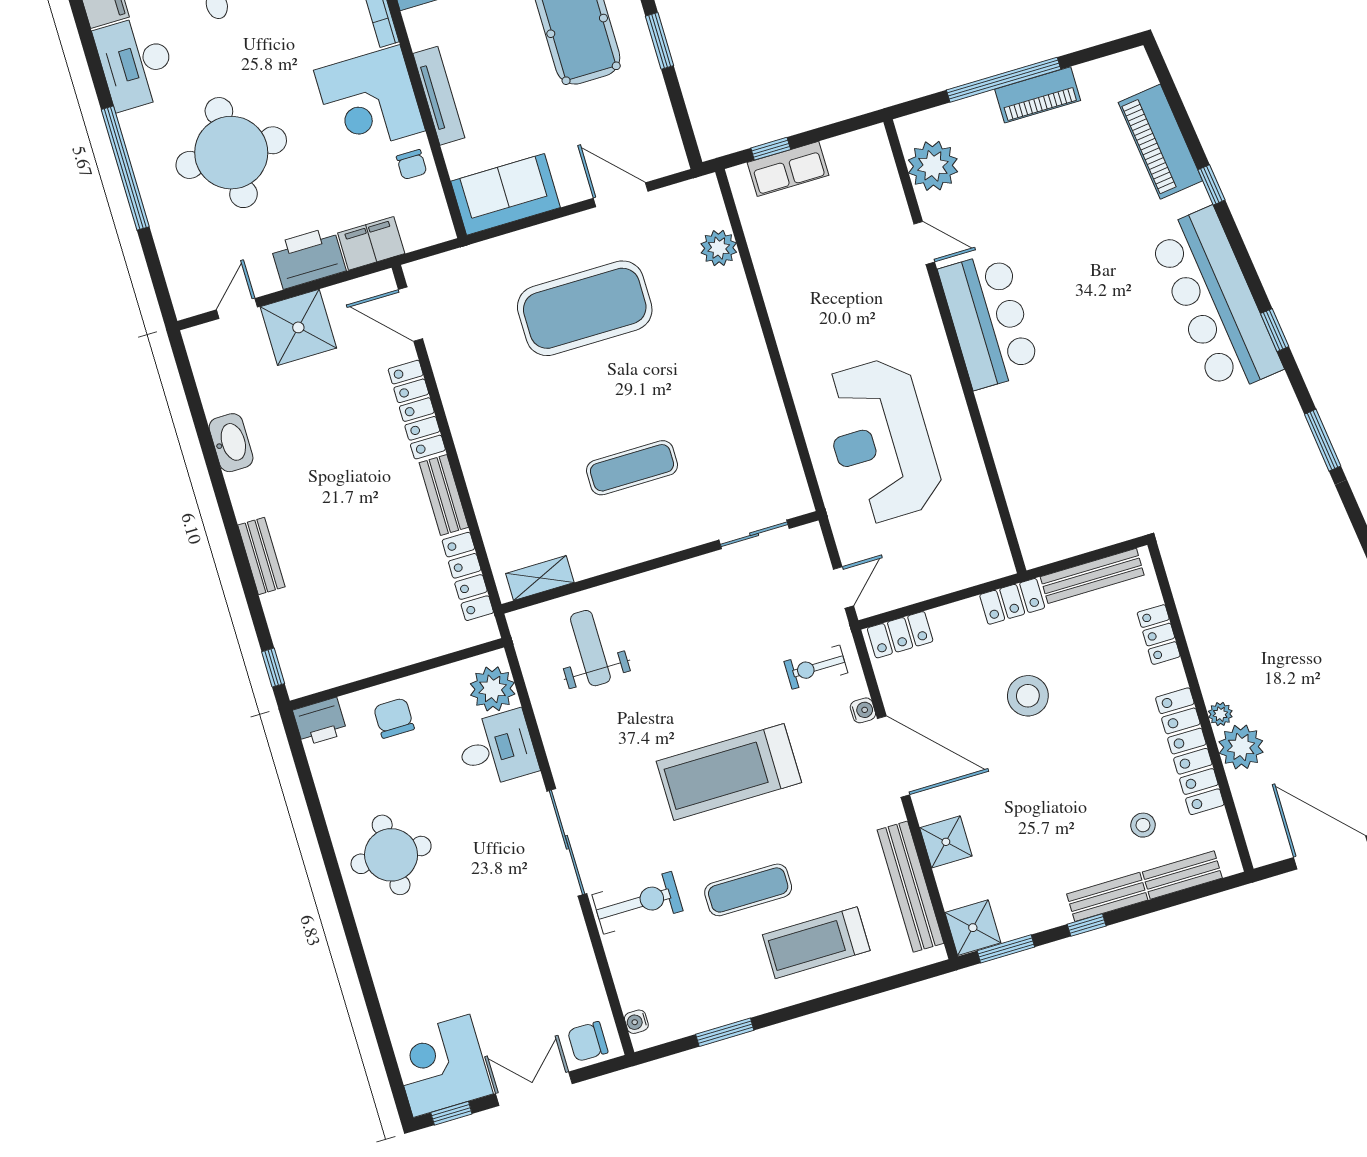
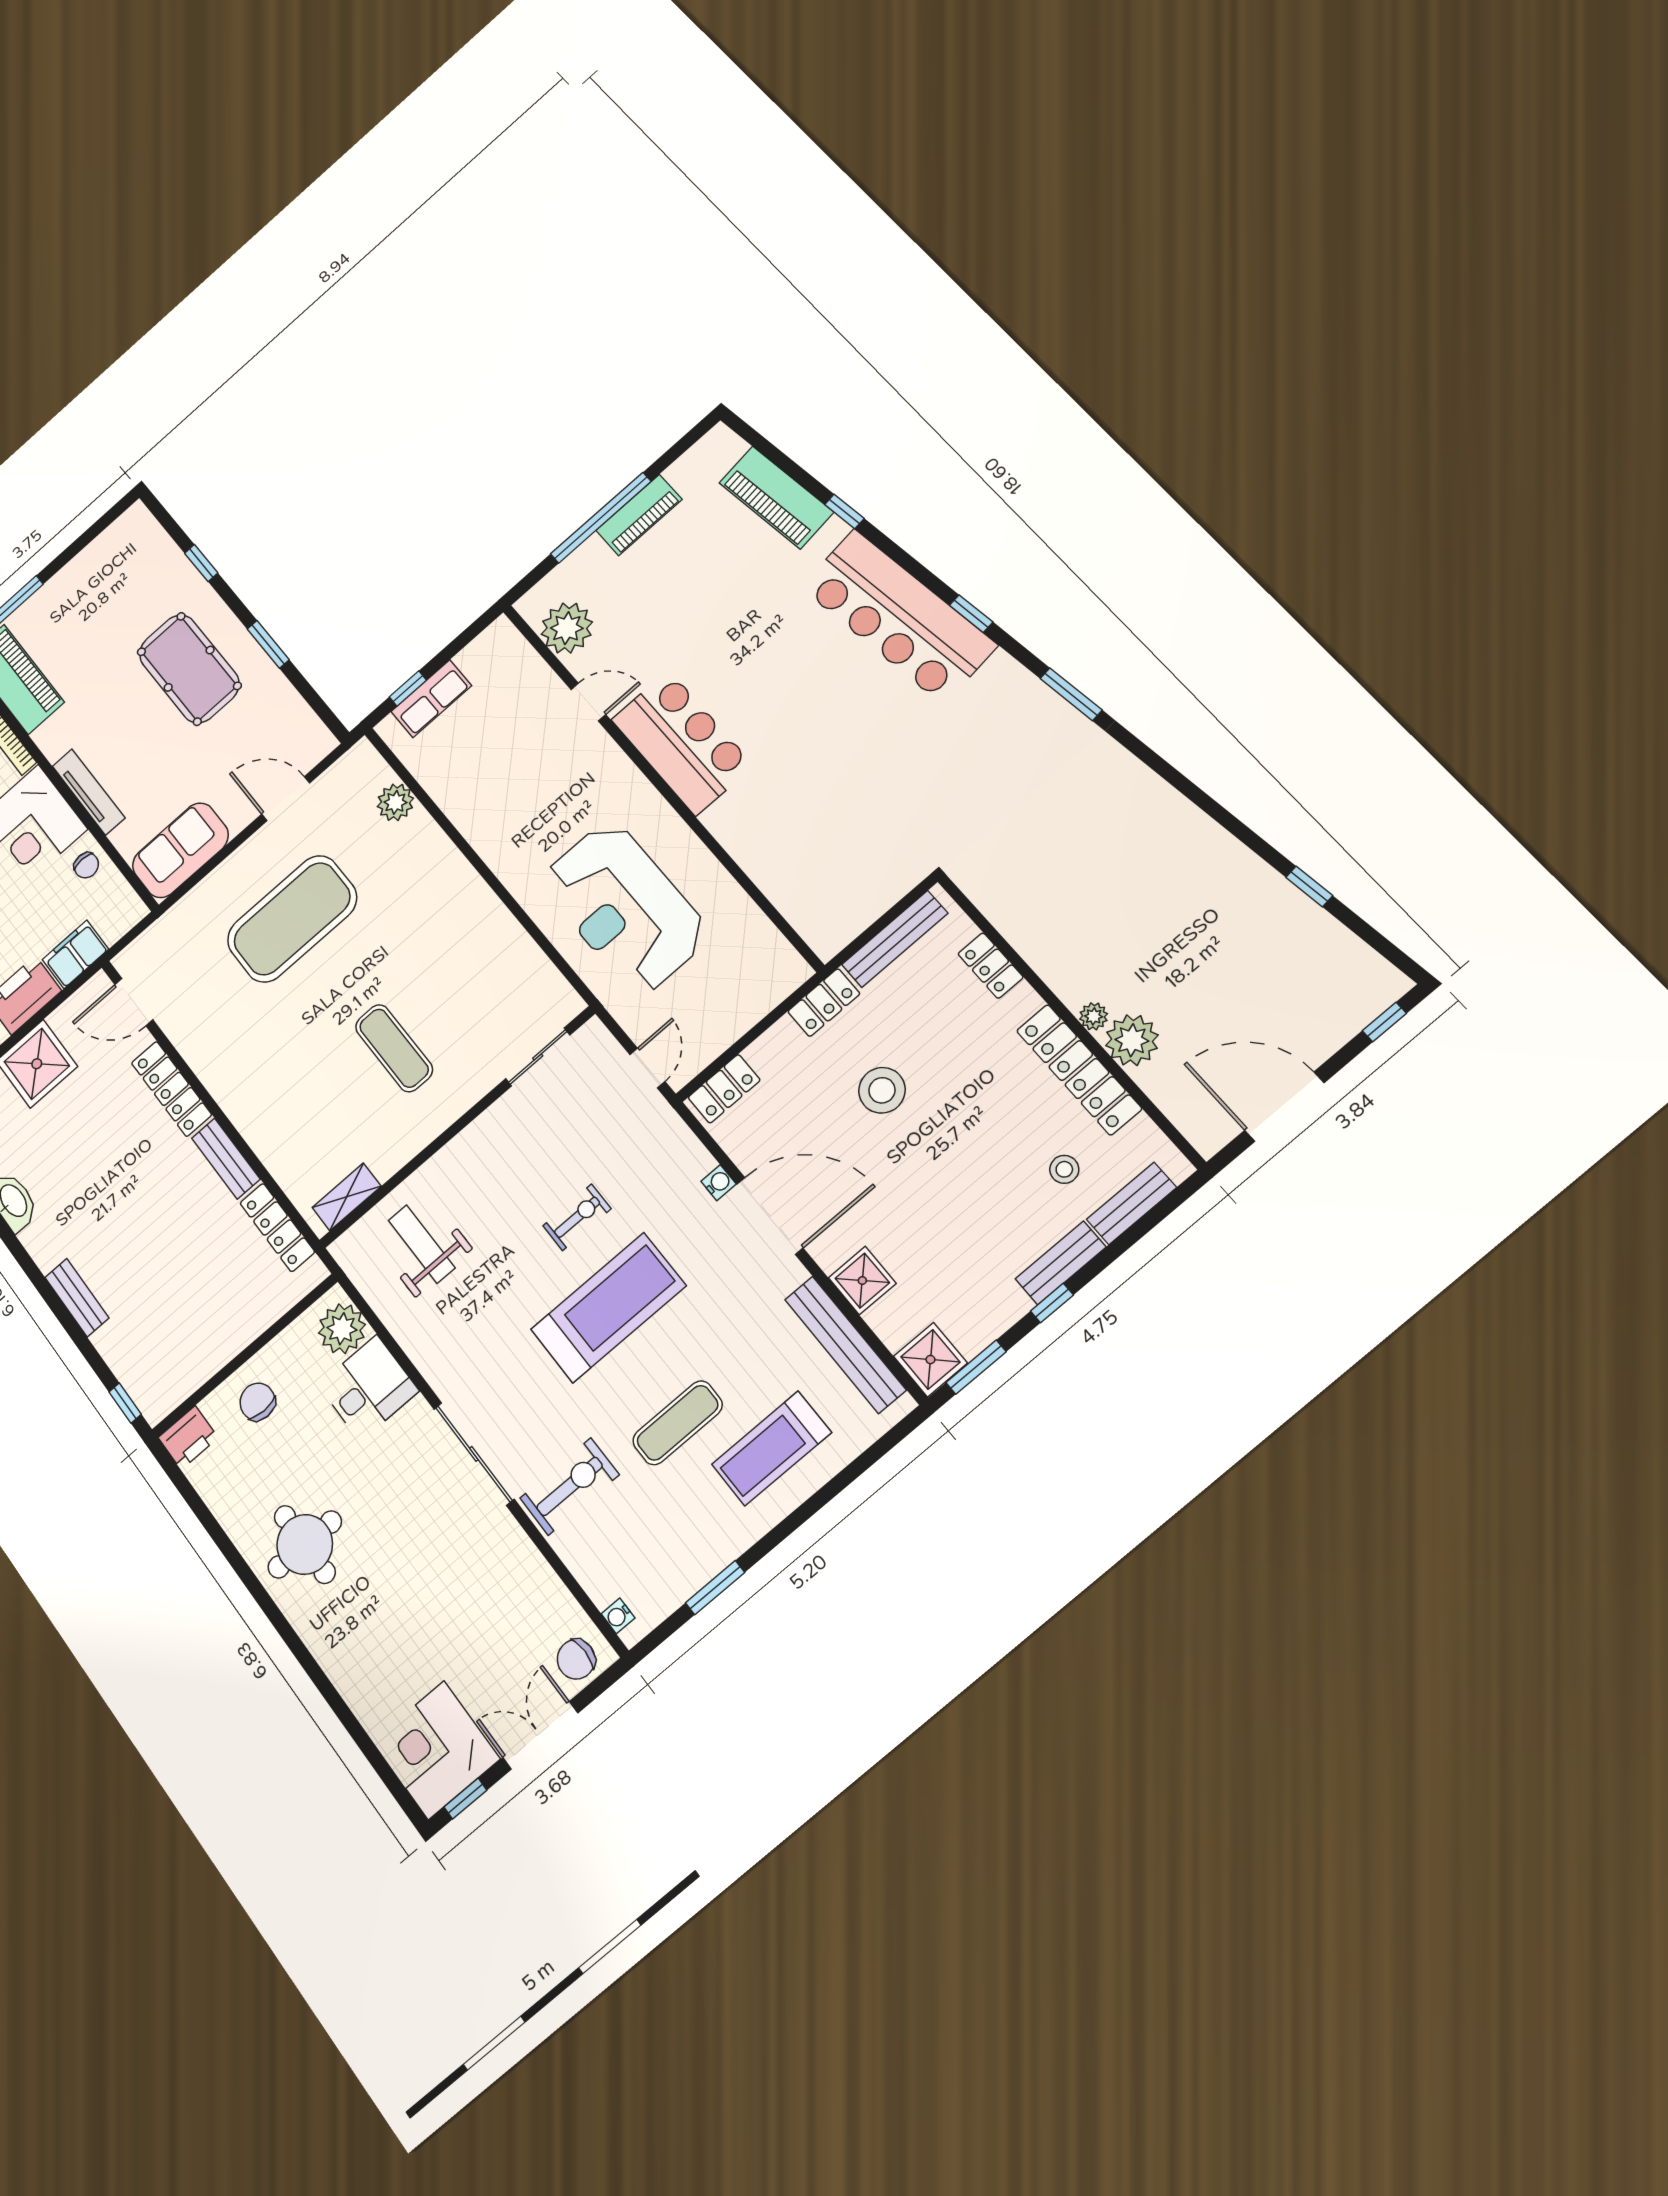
exercise mat: (632, 468) -> (394, 1048), turned 90
exercise bike: (816, 667) -> (577, 1217), moved, turned 180
treadmill: (729, 772) -> (608, 1308), turned 180

